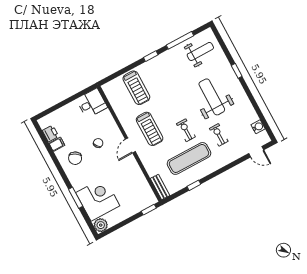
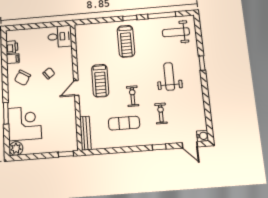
weight bench: (200, 51) -> (176, 32), turned 180
treadmill: (136, 88) -> (126, 41), moved
weight bench: (212, 97) -> (169, 76), width x0.73, depth x0.75
water cooler: (258, 127) -> (203, 136), moved
exercise mat: (189, 158) -> (124, 123), width x0.73, depth x0.69
window: (194, 185) -> (159, 147), moved
bench: (160, 187) -> (85, 133), width x1.36

